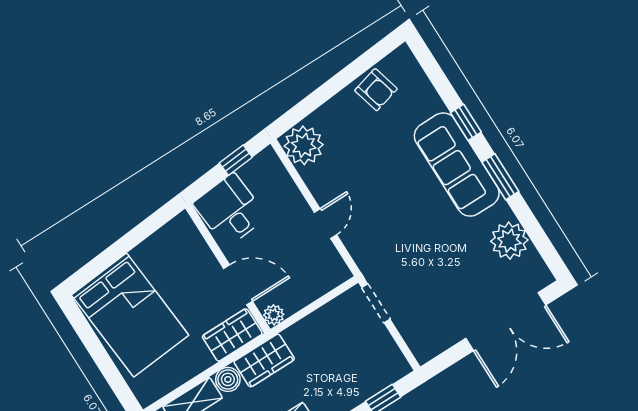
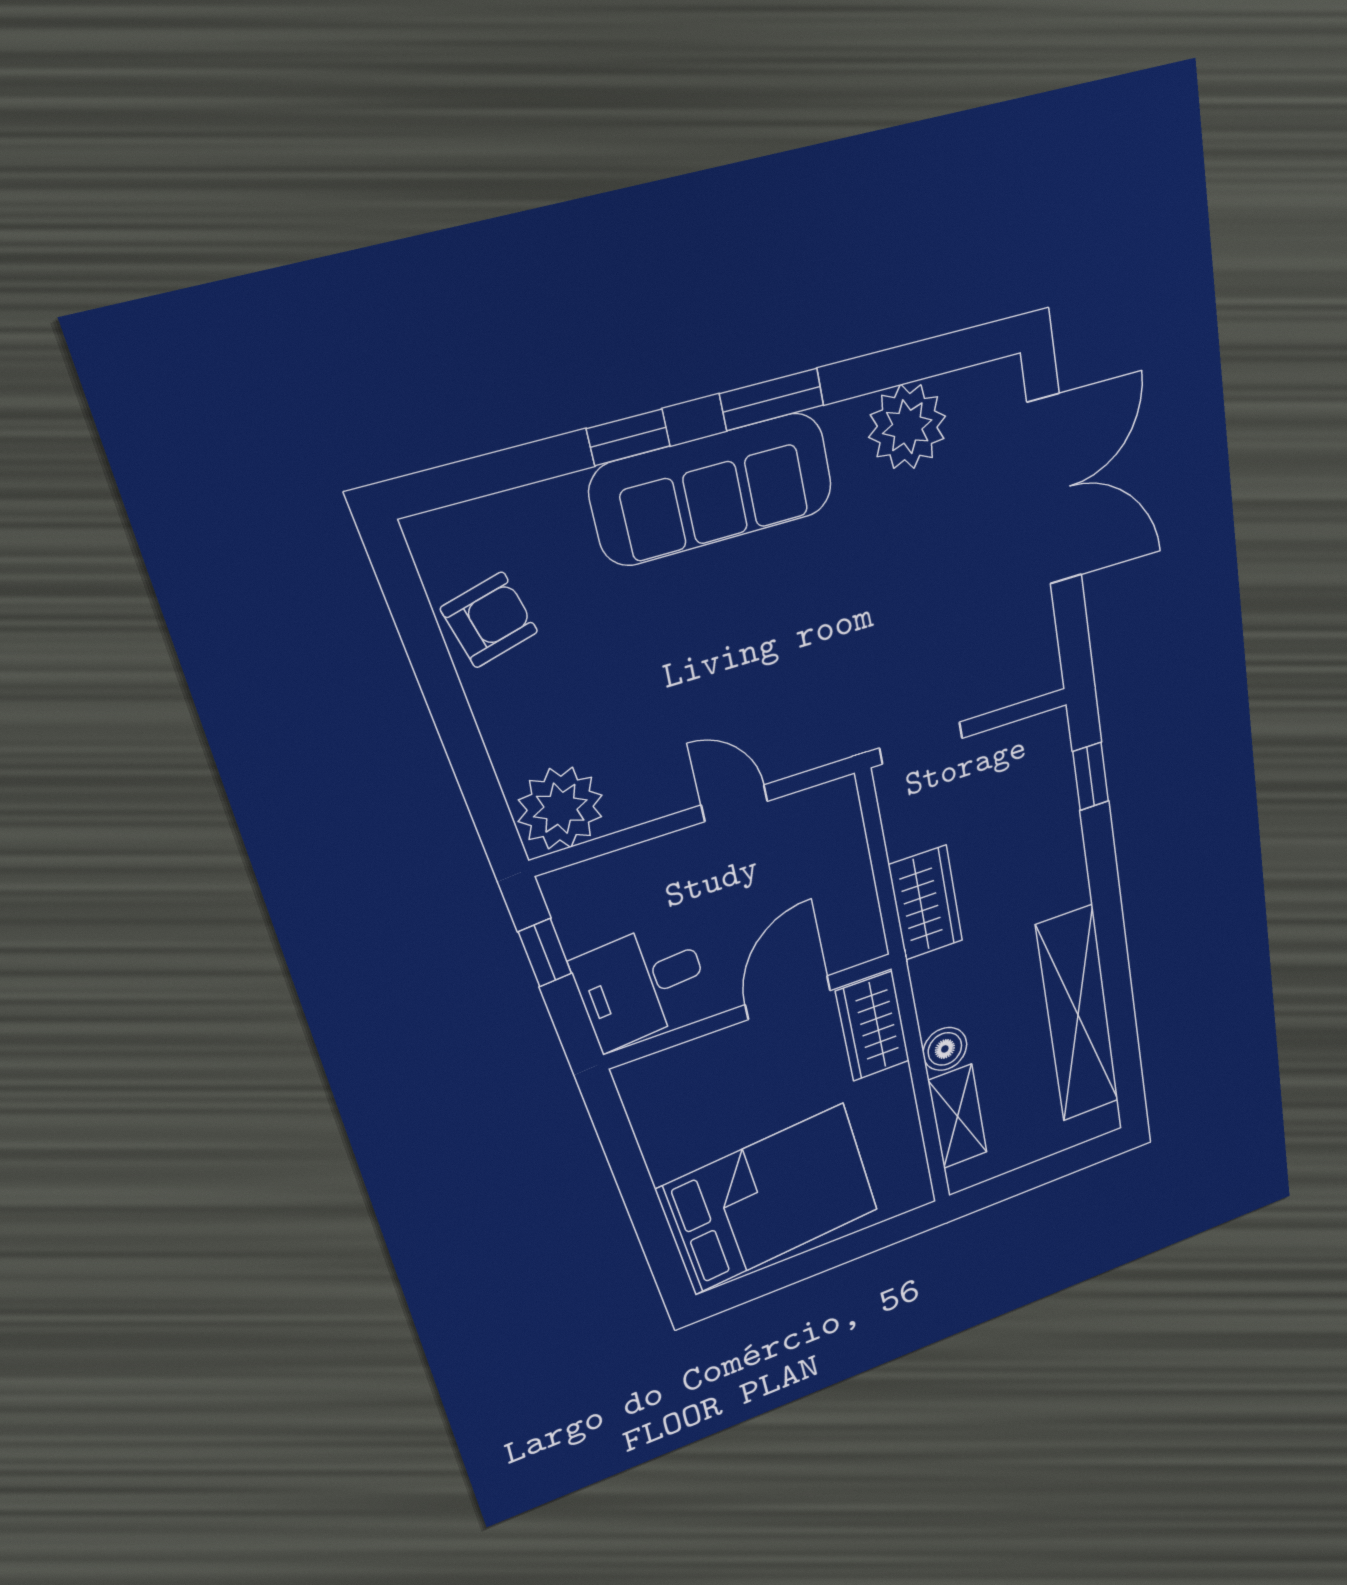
plant: (274, 315) -> (867, 943), removed
wardrobe: (264, 360) -> (926, 903), moved

